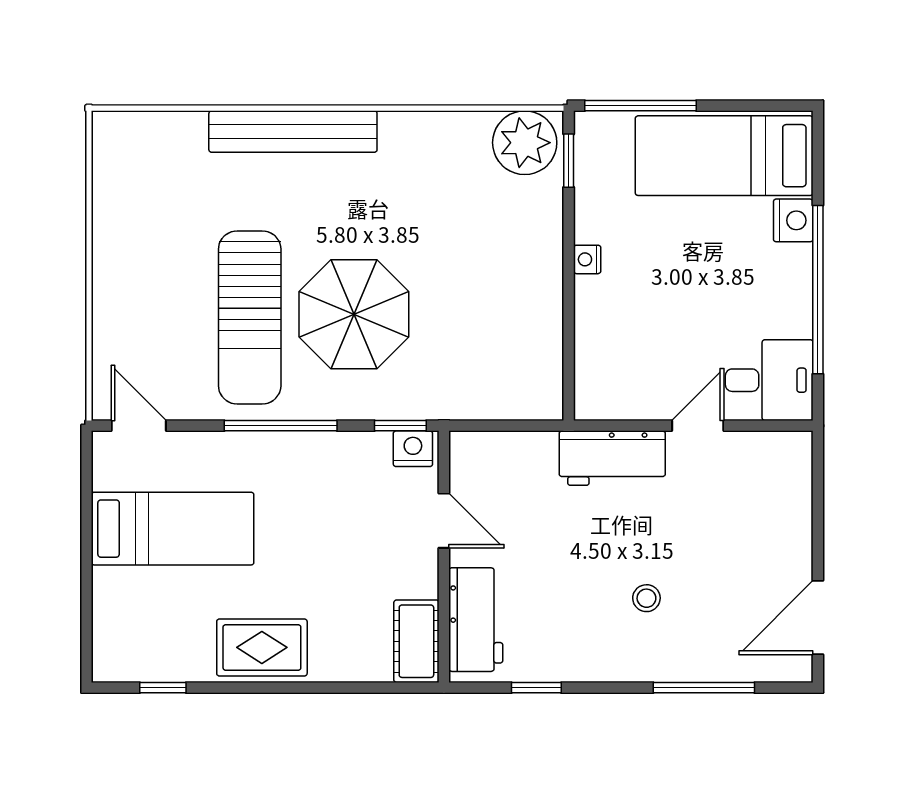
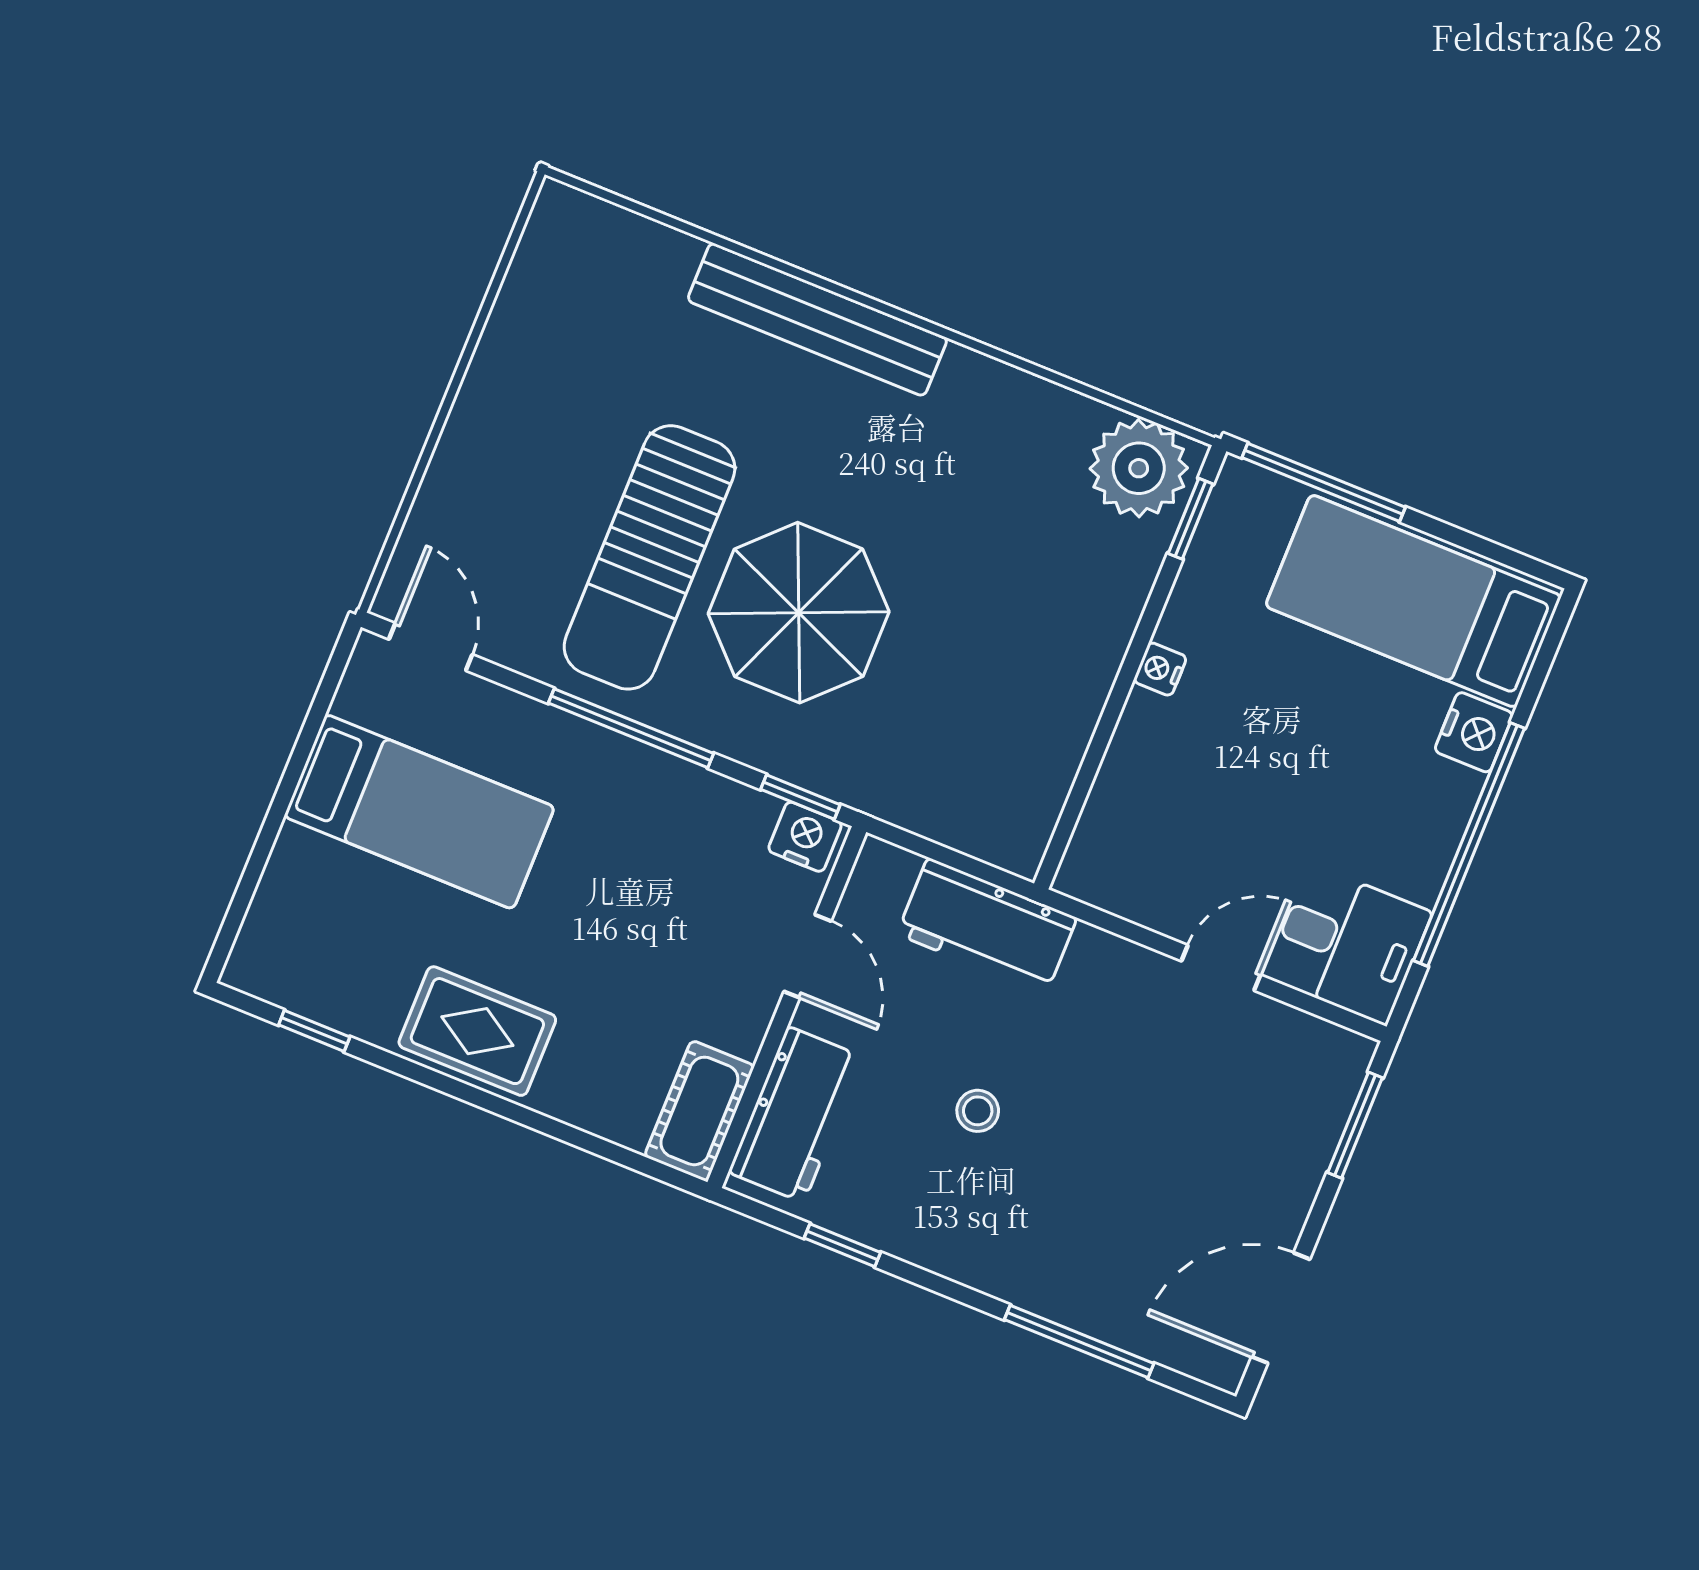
workbench: (612, 458) -> (987, 926), moved
window: (818, 488) -> (1355, 1125), added
stool: (646, 598) -> (978, 1111), moved

